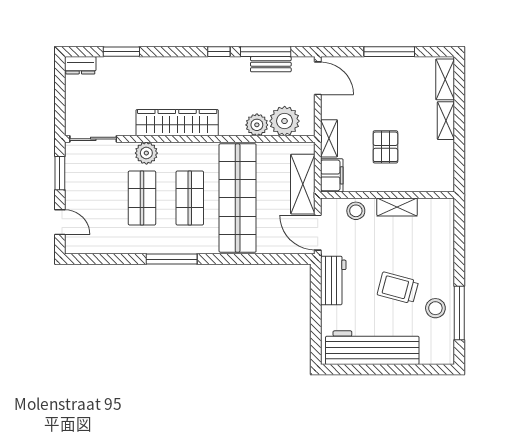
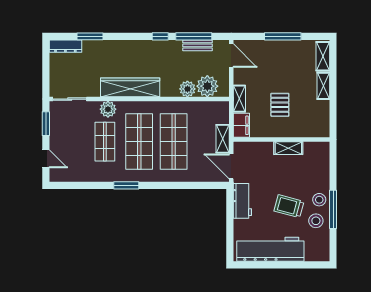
dresser: (80, 65) -> (65, 46), width x1.44
shelving: (303, 184) -> (223, 139), width x0.67, depth x0.75
shop shelf: (190, 198) -> (139, 142), width x1.43, depth x1.36
shop shelf: (238, 198) -> (174, 142), width x0.71
stool: (356, 211) -> (319, 200), moved
window: (172, 259) -> (126, 185), width x0.69
window: (459, 313) -> (333, 209), moved

